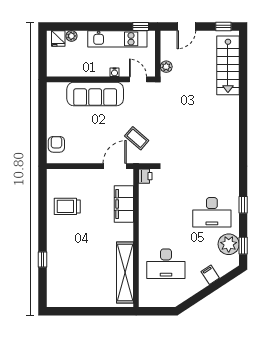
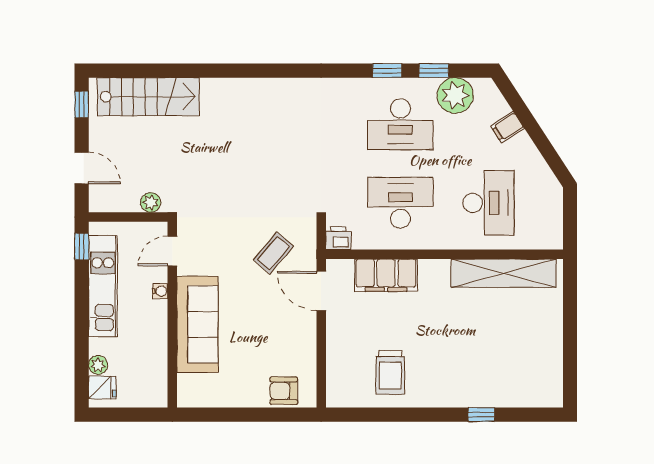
desk: (166, 212) -> (400, 203), added
desk: (212, 212) -> (400, 124), turned 90
window: (243, 246) -> (434, 71), moved

